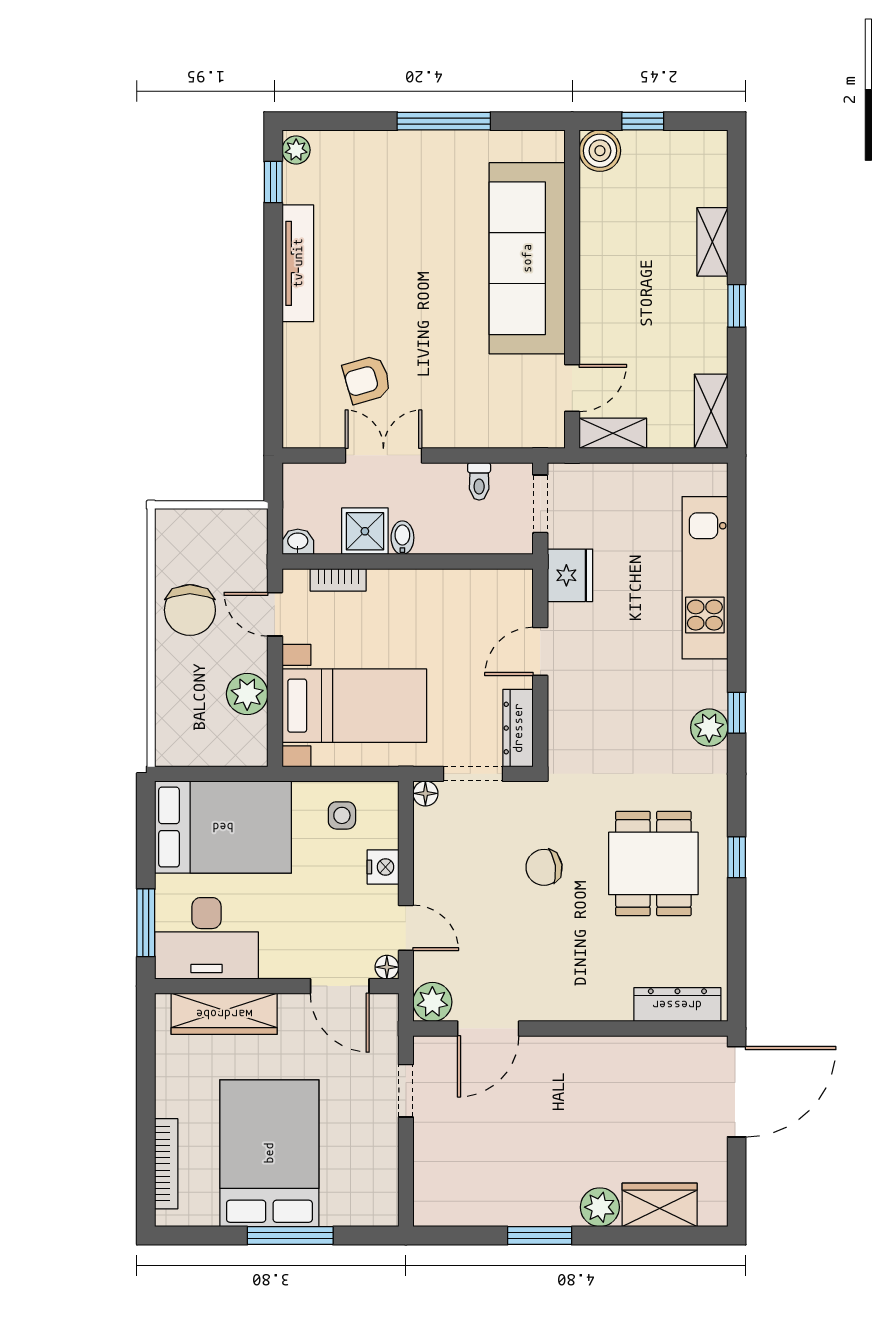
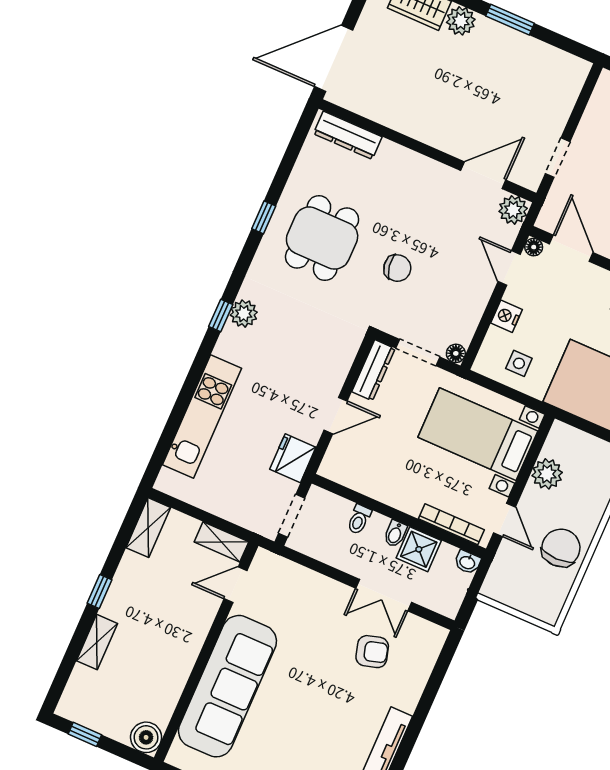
window: (643, 121) -> (85, 734), moved
toilet: (479, 481) -> (359, 519), moved, turned 180
bookcase: (338, 580) -> (451, 524), width x1.56

